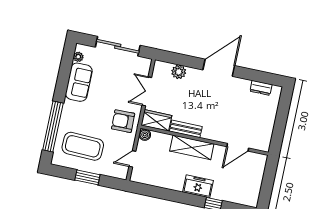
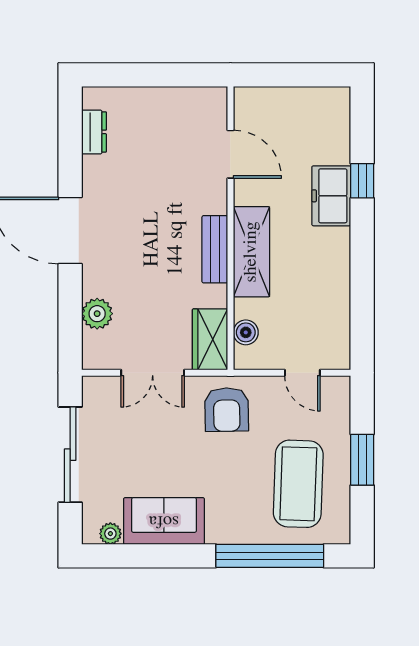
bench: (186, 129) -> (215, 249), moved
boiler: (145, 135) -> (246, 332), moved
freezer: (198, 186) -> (331, 196), moved

